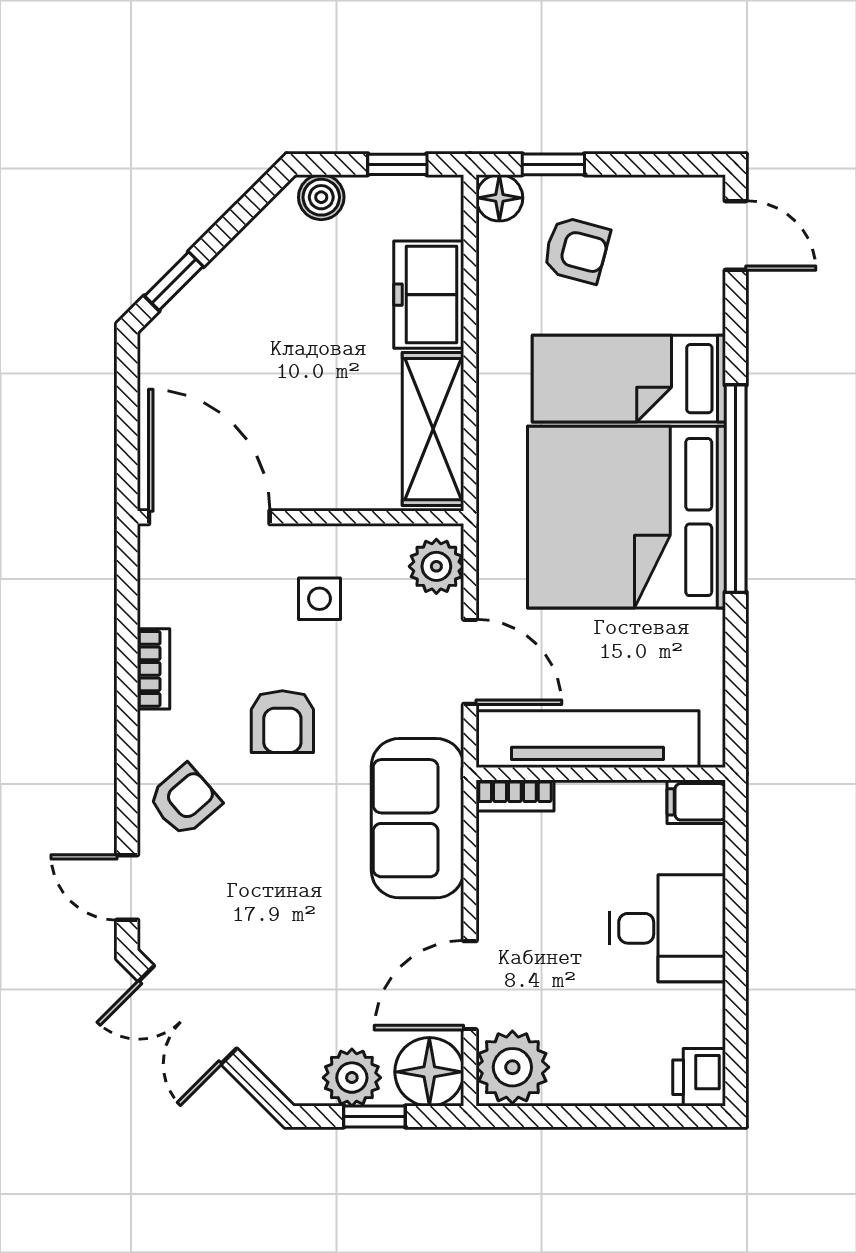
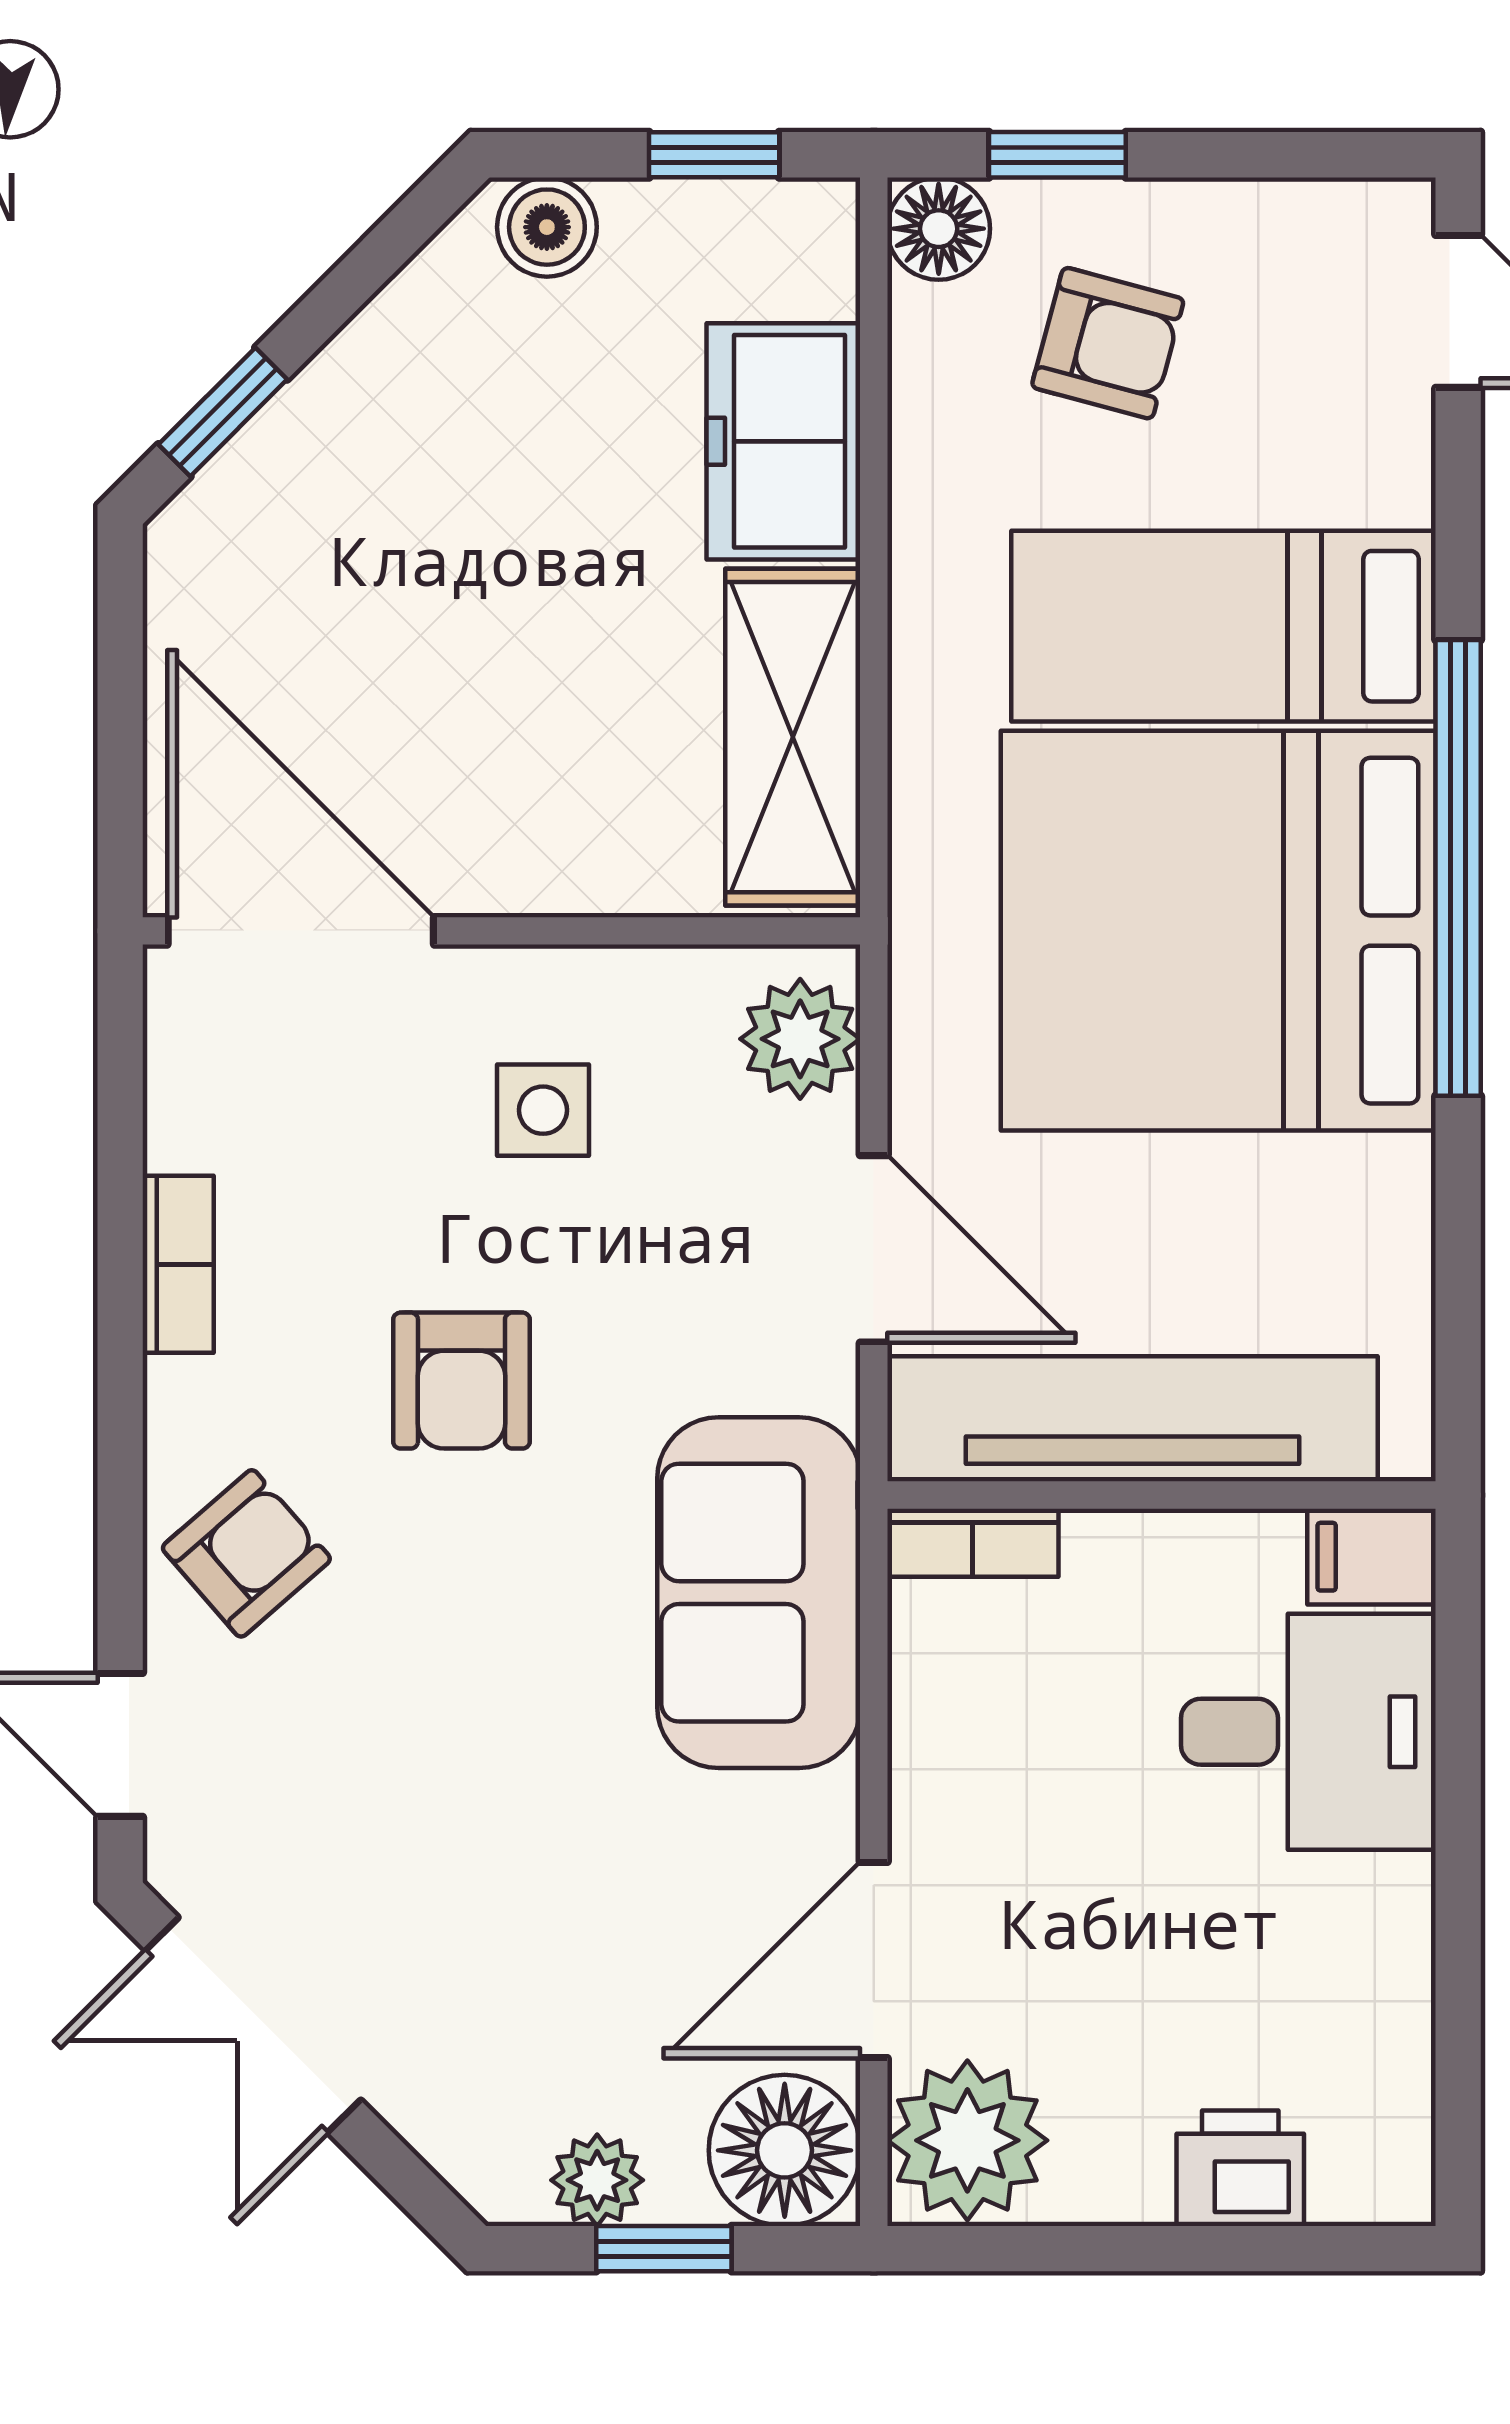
desk: (667, 928) -> (1308, 1732), moved
printer: (699, 1077) -> (1240, 2168), moved, turned 90
plant: (352, 1078) -> (597, 2180), width x0.73, depth x0.73

